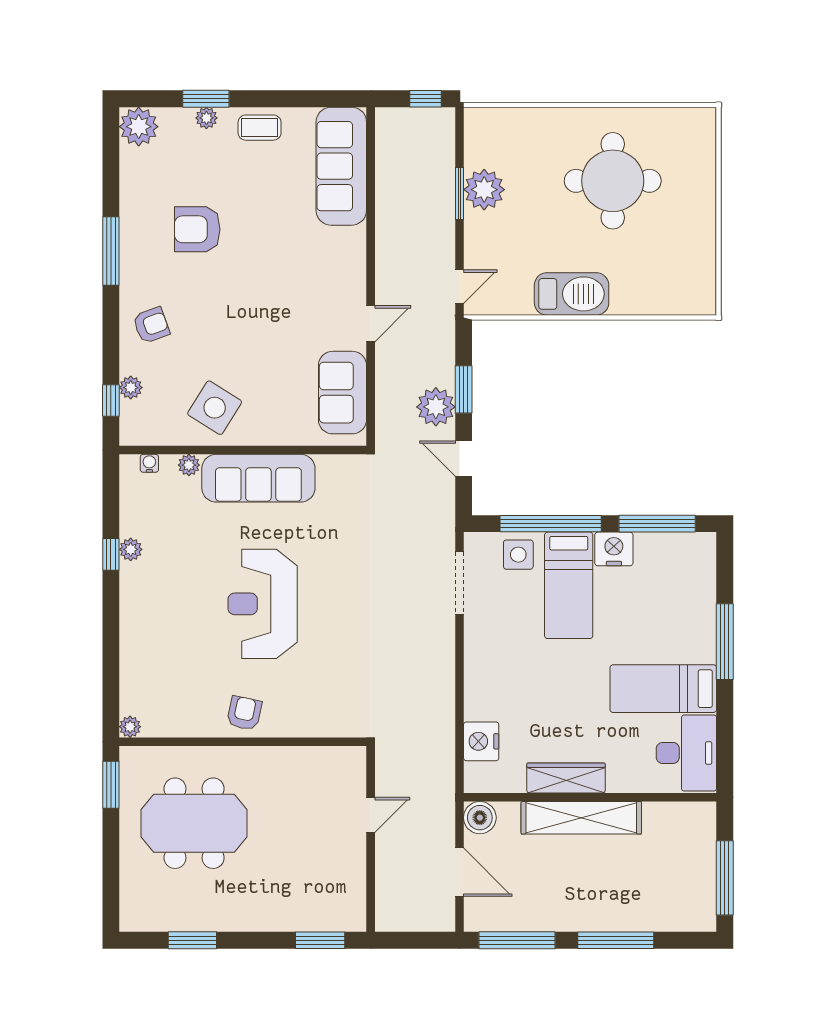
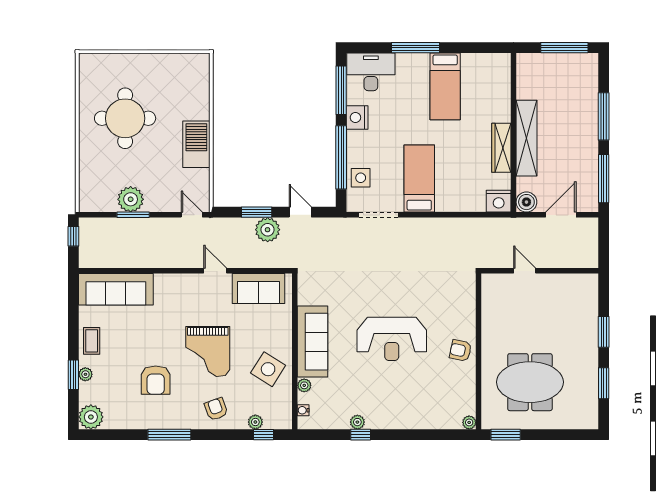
grand piano: (243, 312) -> (208, 351), added
door: (464, 459) -> (300, 212), swing flipped
bed: (569, 585) -> (419, 179), moved, turned -90
nightstand: (481, 741) -> (499, 201), moved
desk: (686, 753) -> (371, 72), moved
meeting table: (194, 823) -> (530, 382), turned 90
window: (320, 940) -> (604, 332), moved

